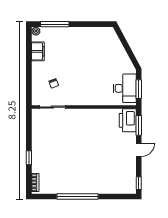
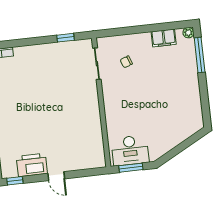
printer: (128, 120) -> (32, 165), moved
window: (139, 125) -> (86, 173), removed
window: (29, 158) -> (65, 38), moved

